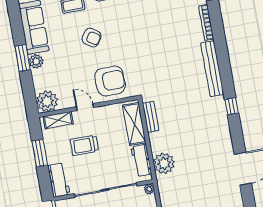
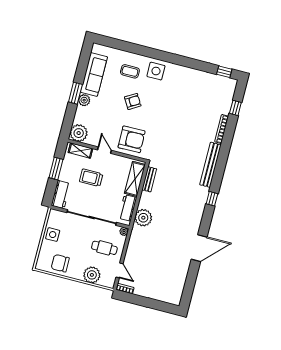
armchair: (92, 38) -> (133, 101), turned -65

